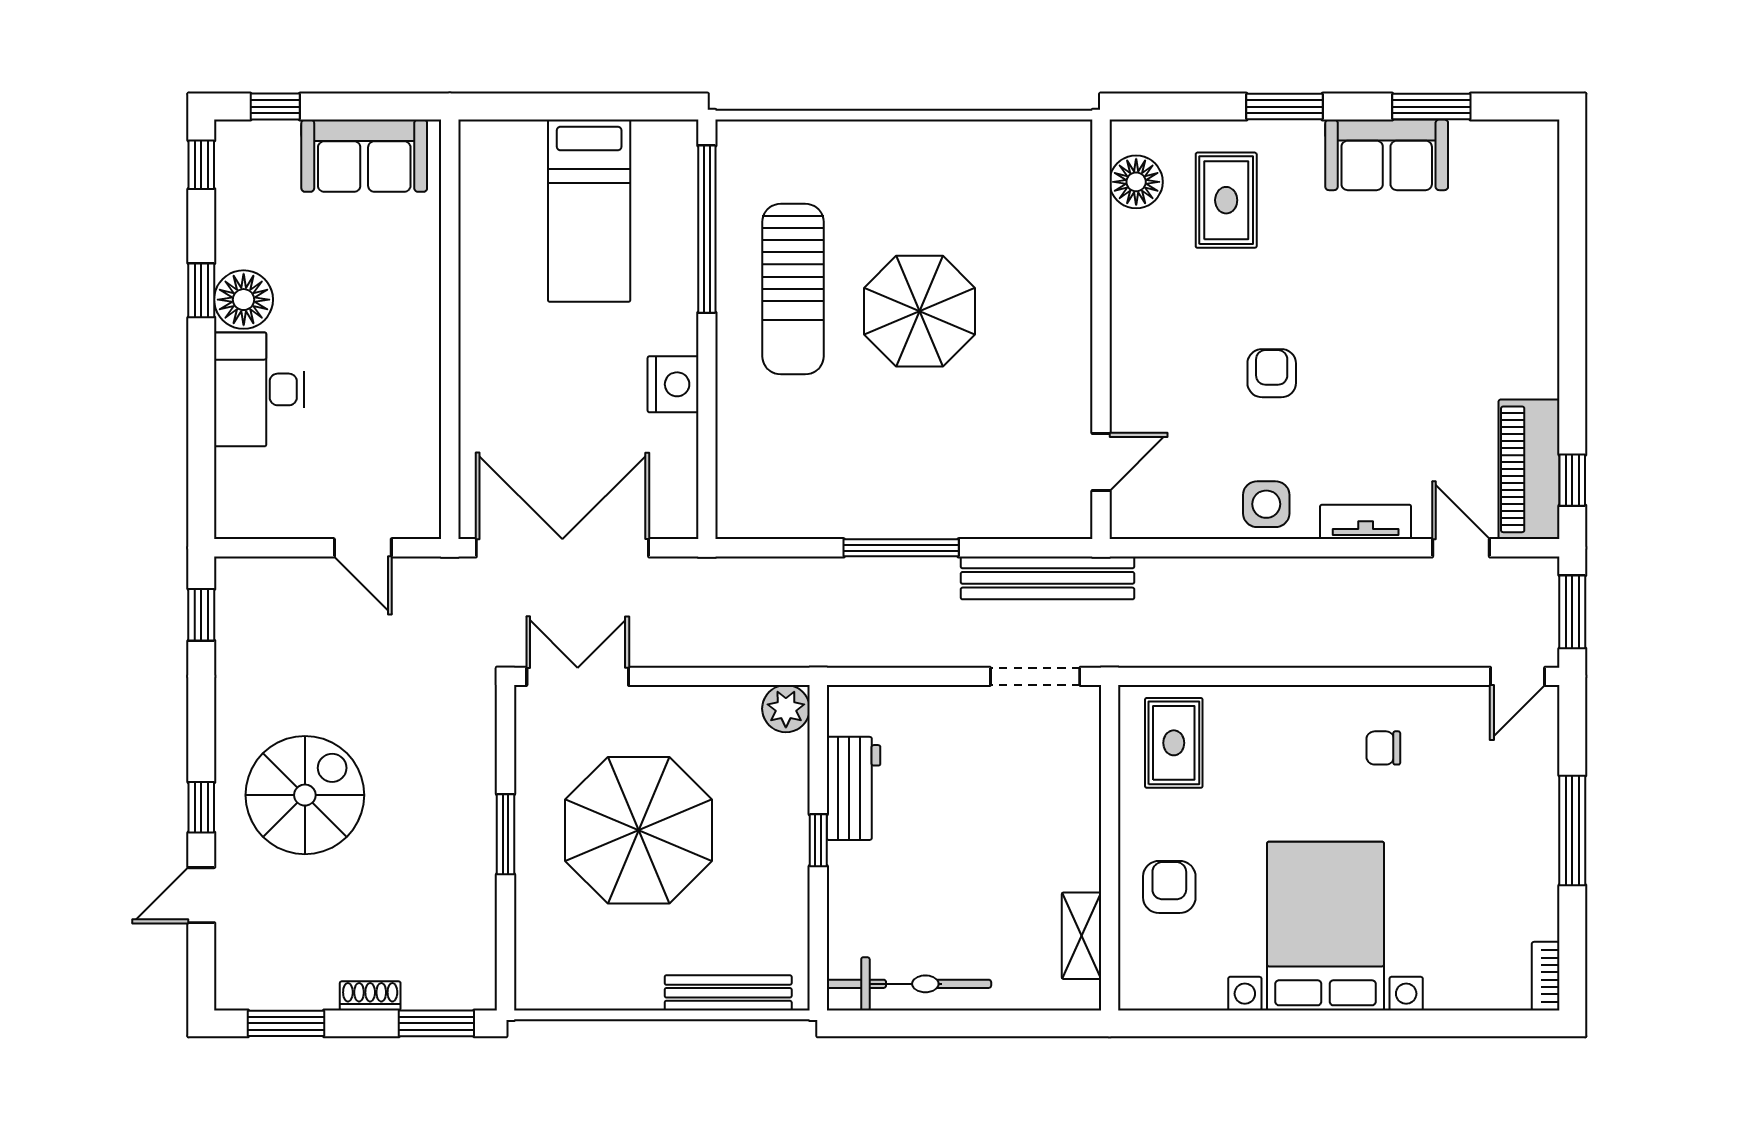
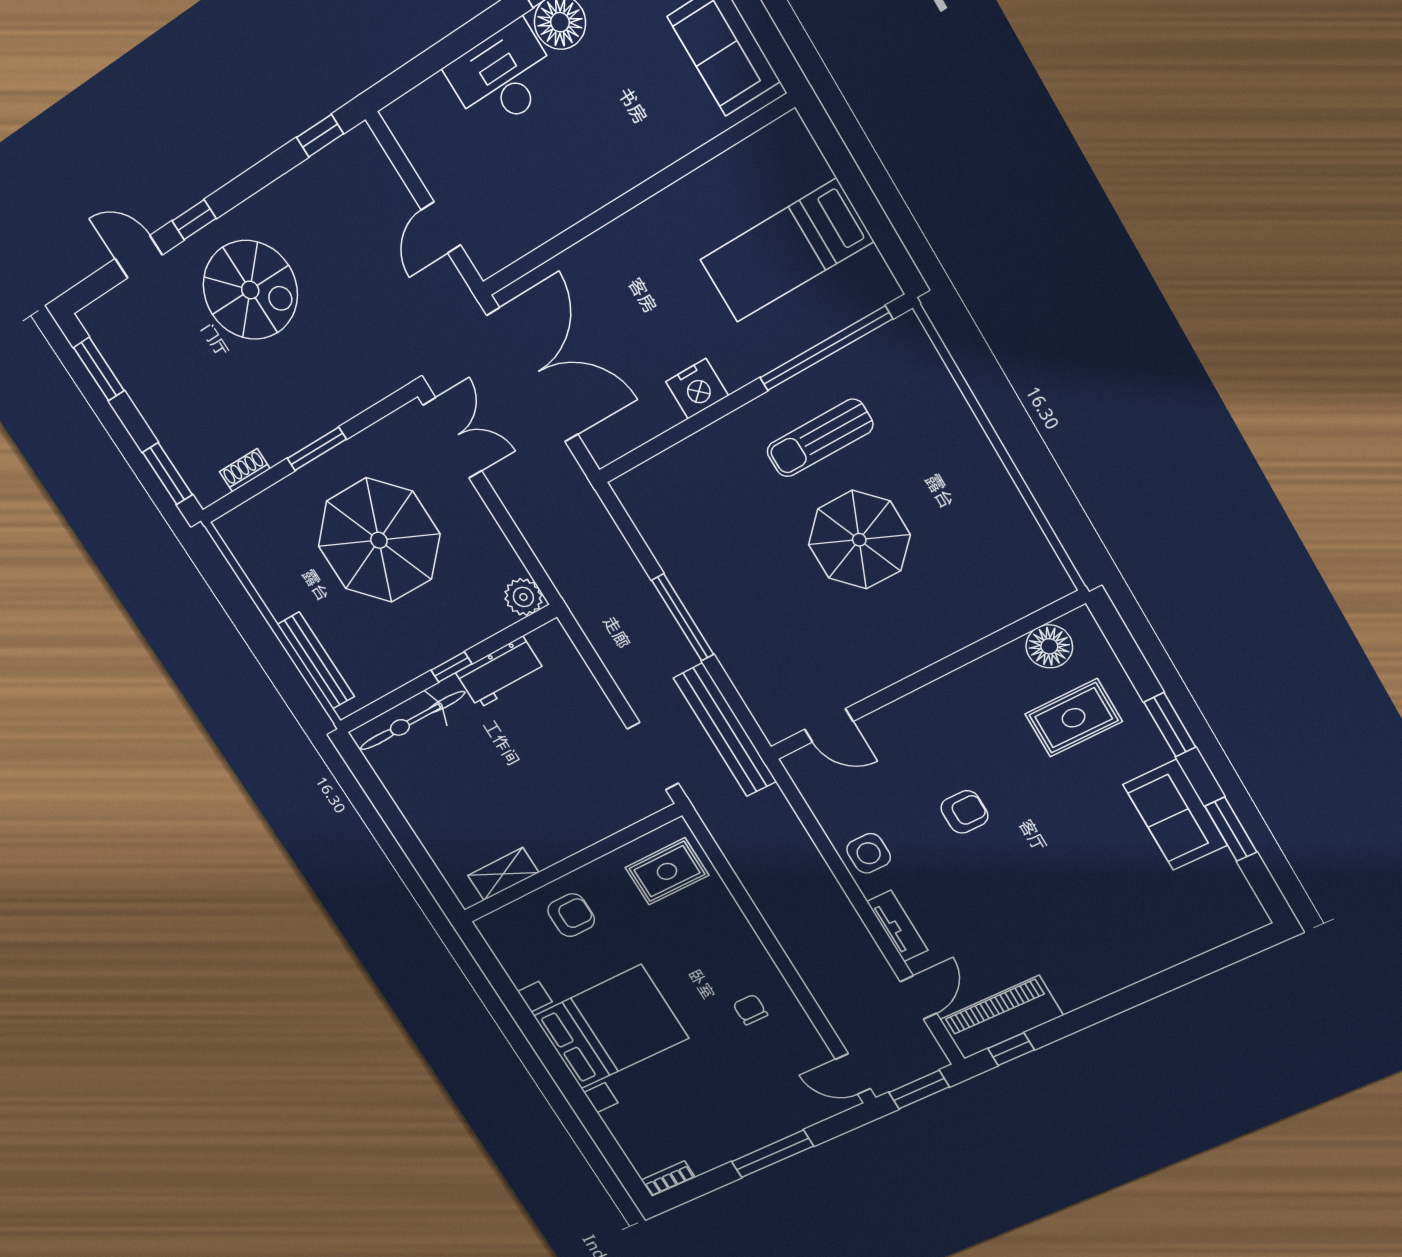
sun lounger: (793, 289) -> (820, 438), width x0.73, depth x0.75
bicycle: (909, 984) -> (412, 721), moved, turned 90
shoe rack: (370, 996) -> (245, 470), moved, turned -90

